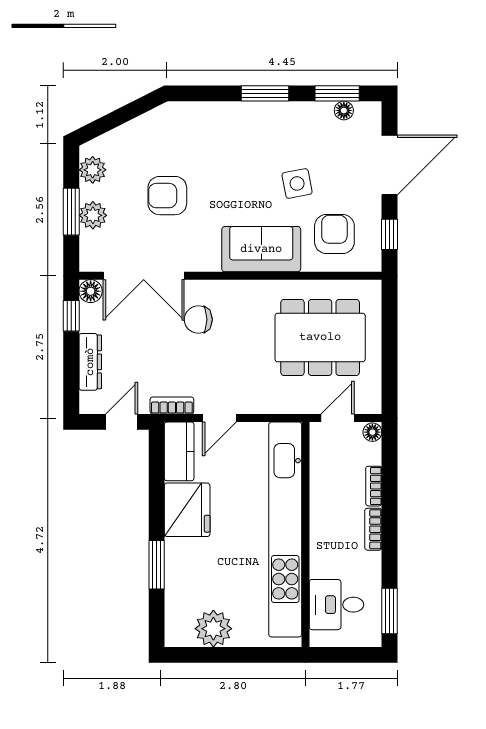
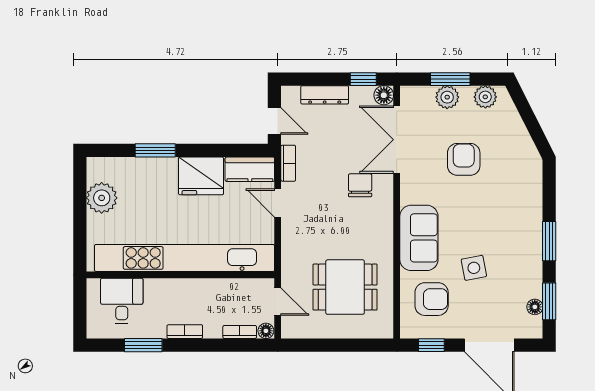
dining table: (320, 337) -> (345, 287), width x0.73
bookcase: (374, 486) -> (240, 332), moved
window: (390, 611) -> (143, 345), moved

